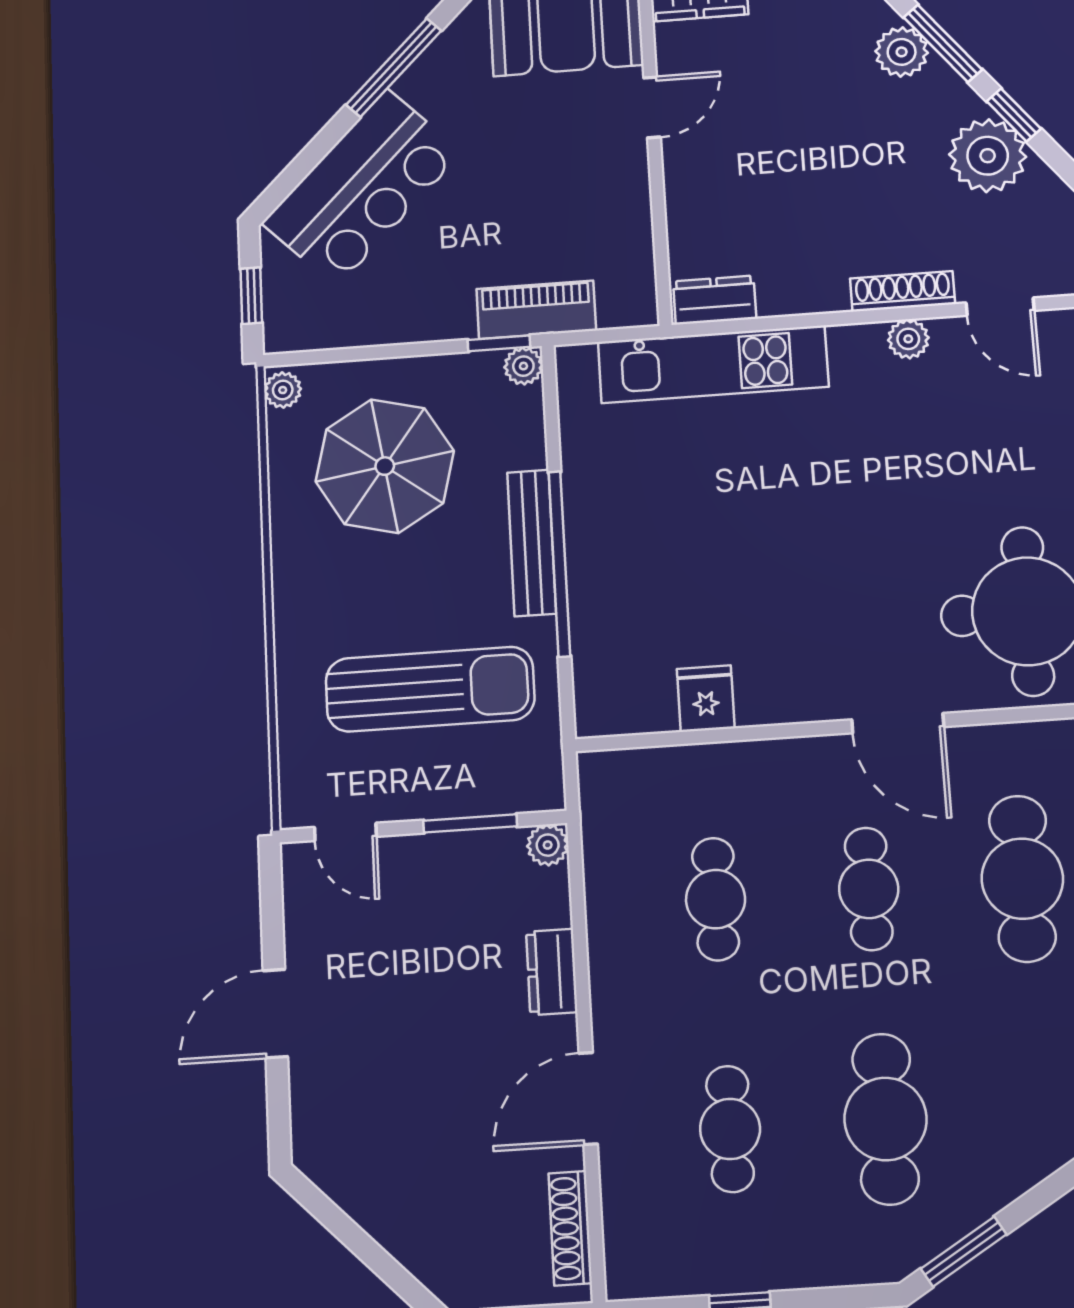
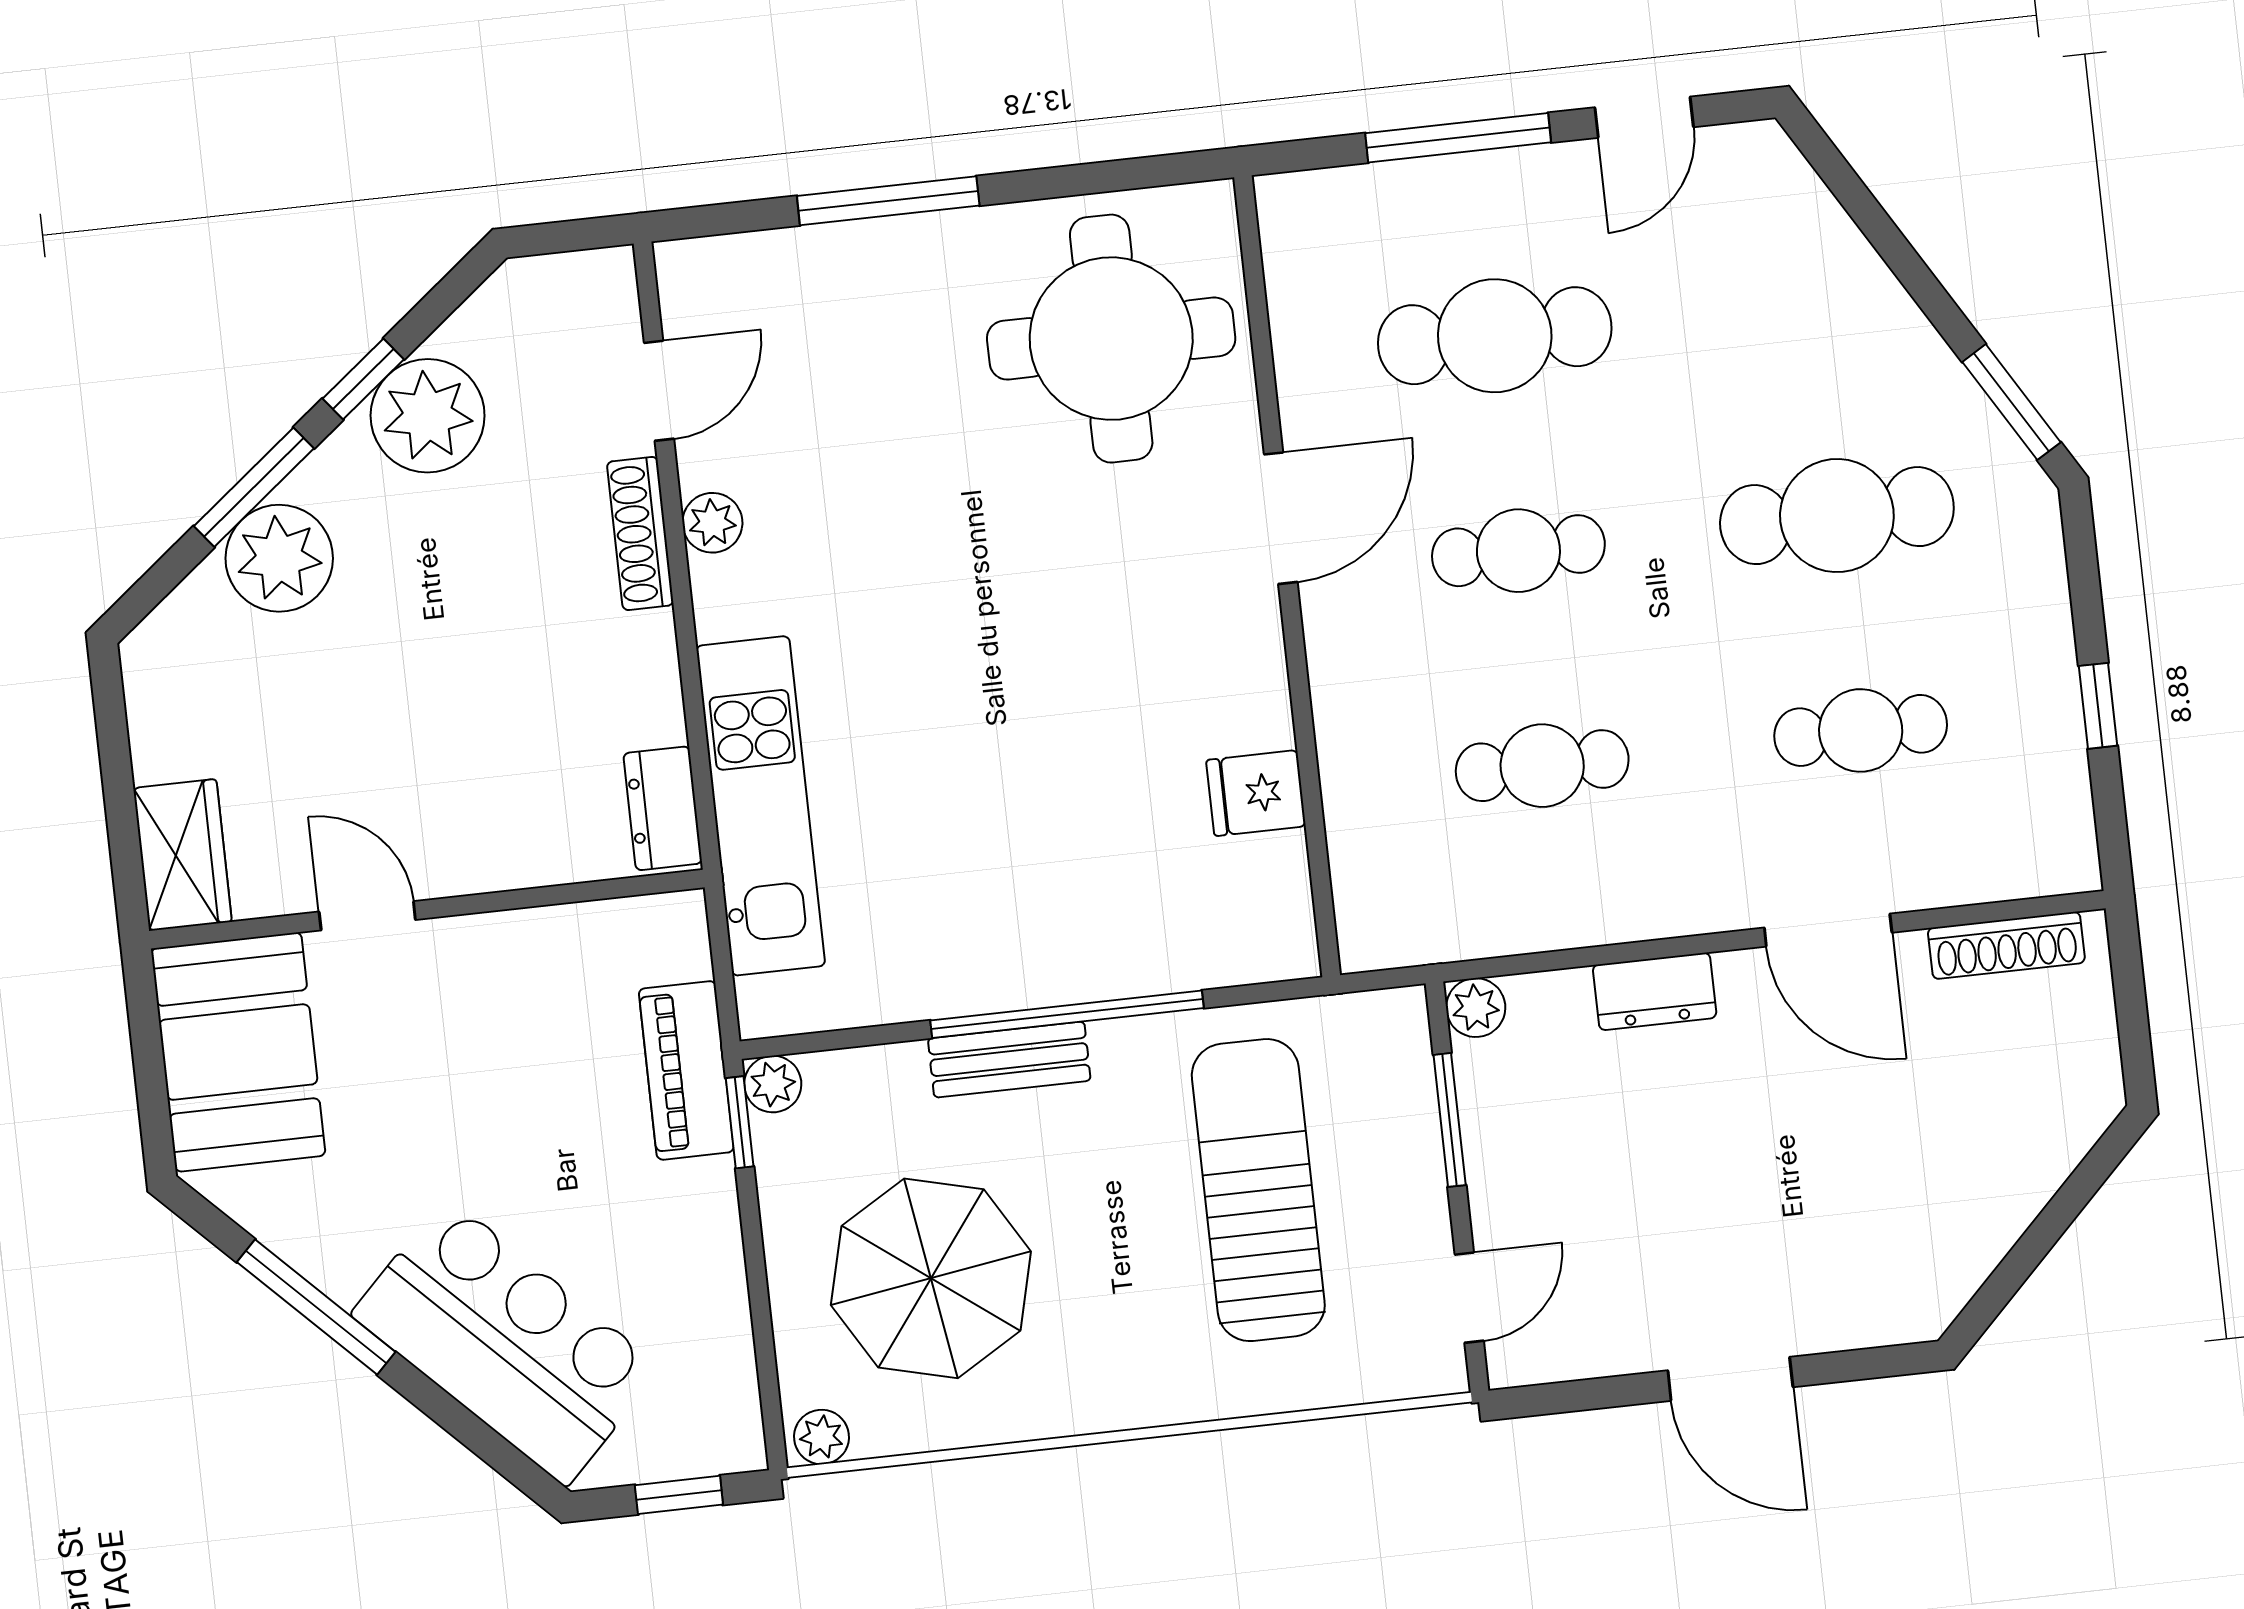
plant: (902, 52) -> (279, 558), width x1.36, depth x1.36
bench: (532, 543) -> (1009, 1060), width x0.73

